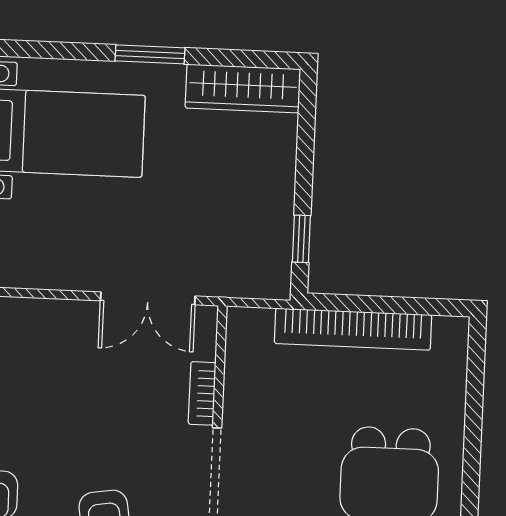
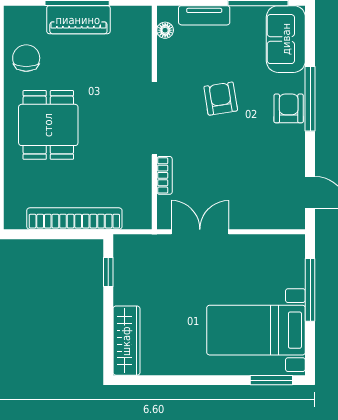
window: (150, 54) -> (271, 380), moved
wardrobe: (243, 89) -> (126, 341), moved, turned 90

